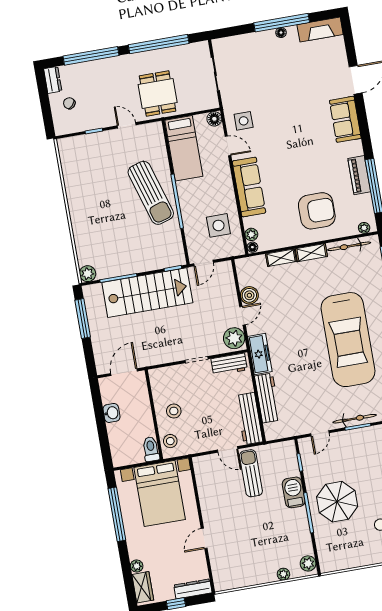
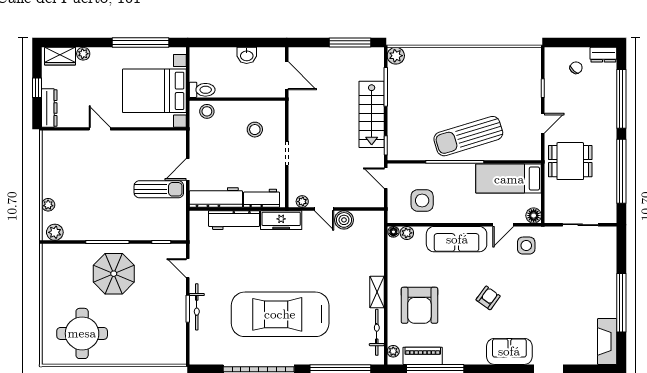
floor lamp: (281, 33) -> (611, 300), removed
armchair: (299, 148) -> (488, 298), added
piano: (359, 175) -> (423, 356), moved
shelving: (281, 258) -> (377, 260), removed
stairs: (147, 293) -> (372, 114), width x0.73, depth x0.66
plant: (234, 338) -> (302, 202), width x0.53, depth x0.53
workbench: (229, 364) -> (261, 198), moved, turned 90
stool: (174, 411) -> (255, 130), moved
barbecue: (294, 492) -> (131, 230), removed

